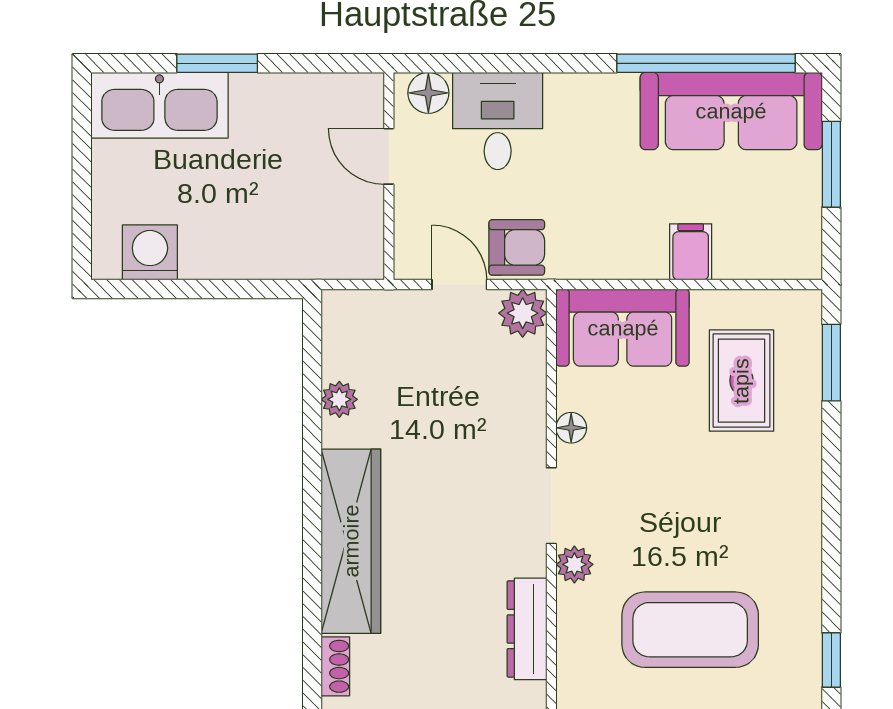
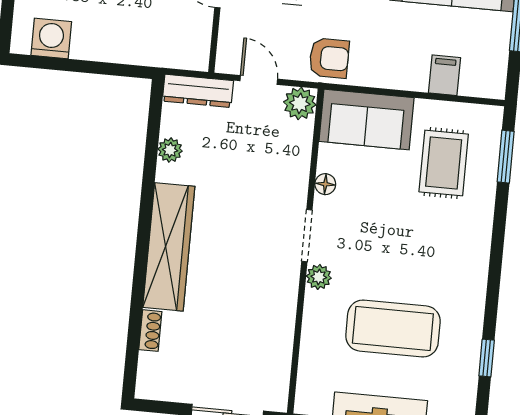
armchair: (517, 247) -> (329, 58), moved
filing cabinet: (691, 252) -> (444, 75), moved
dresser: (527, 629) -> (198, 91), moved, turned -90

